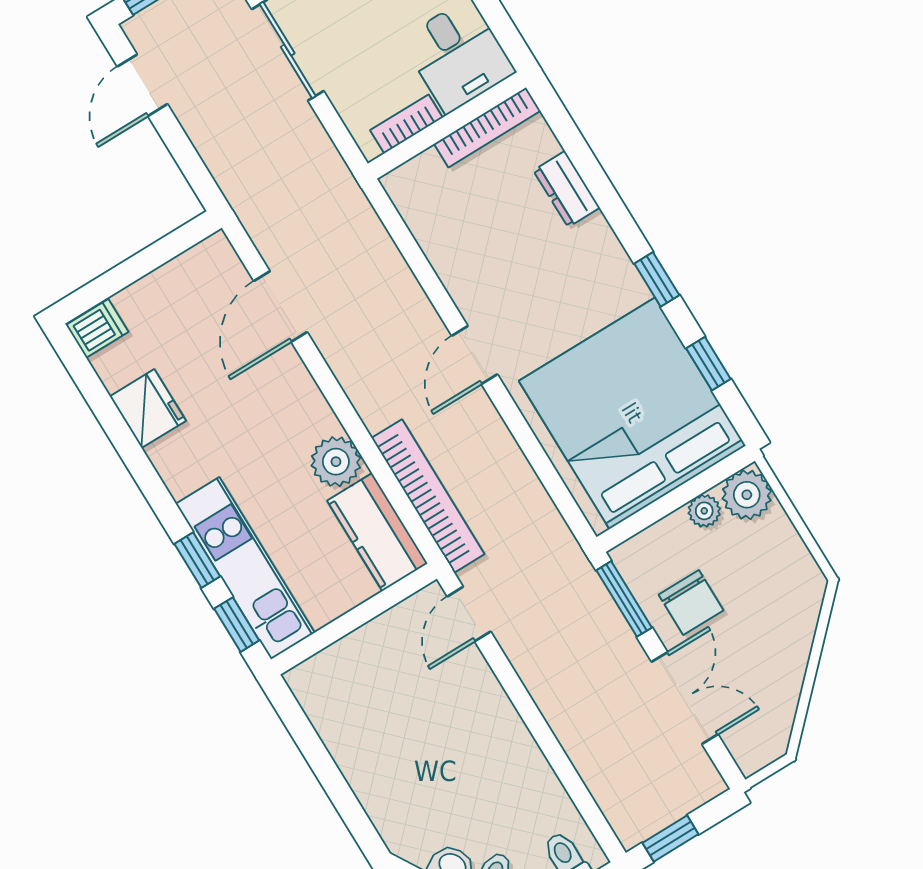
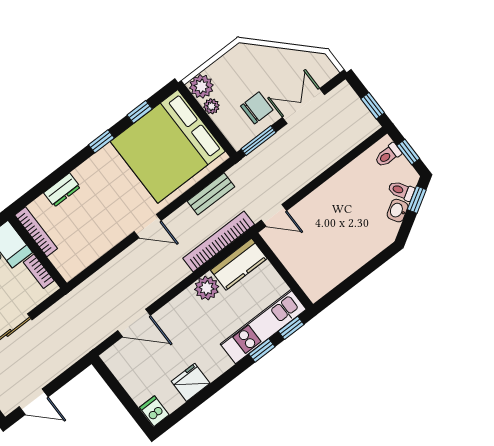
bench: (526, 491) -> (211, 194), added

